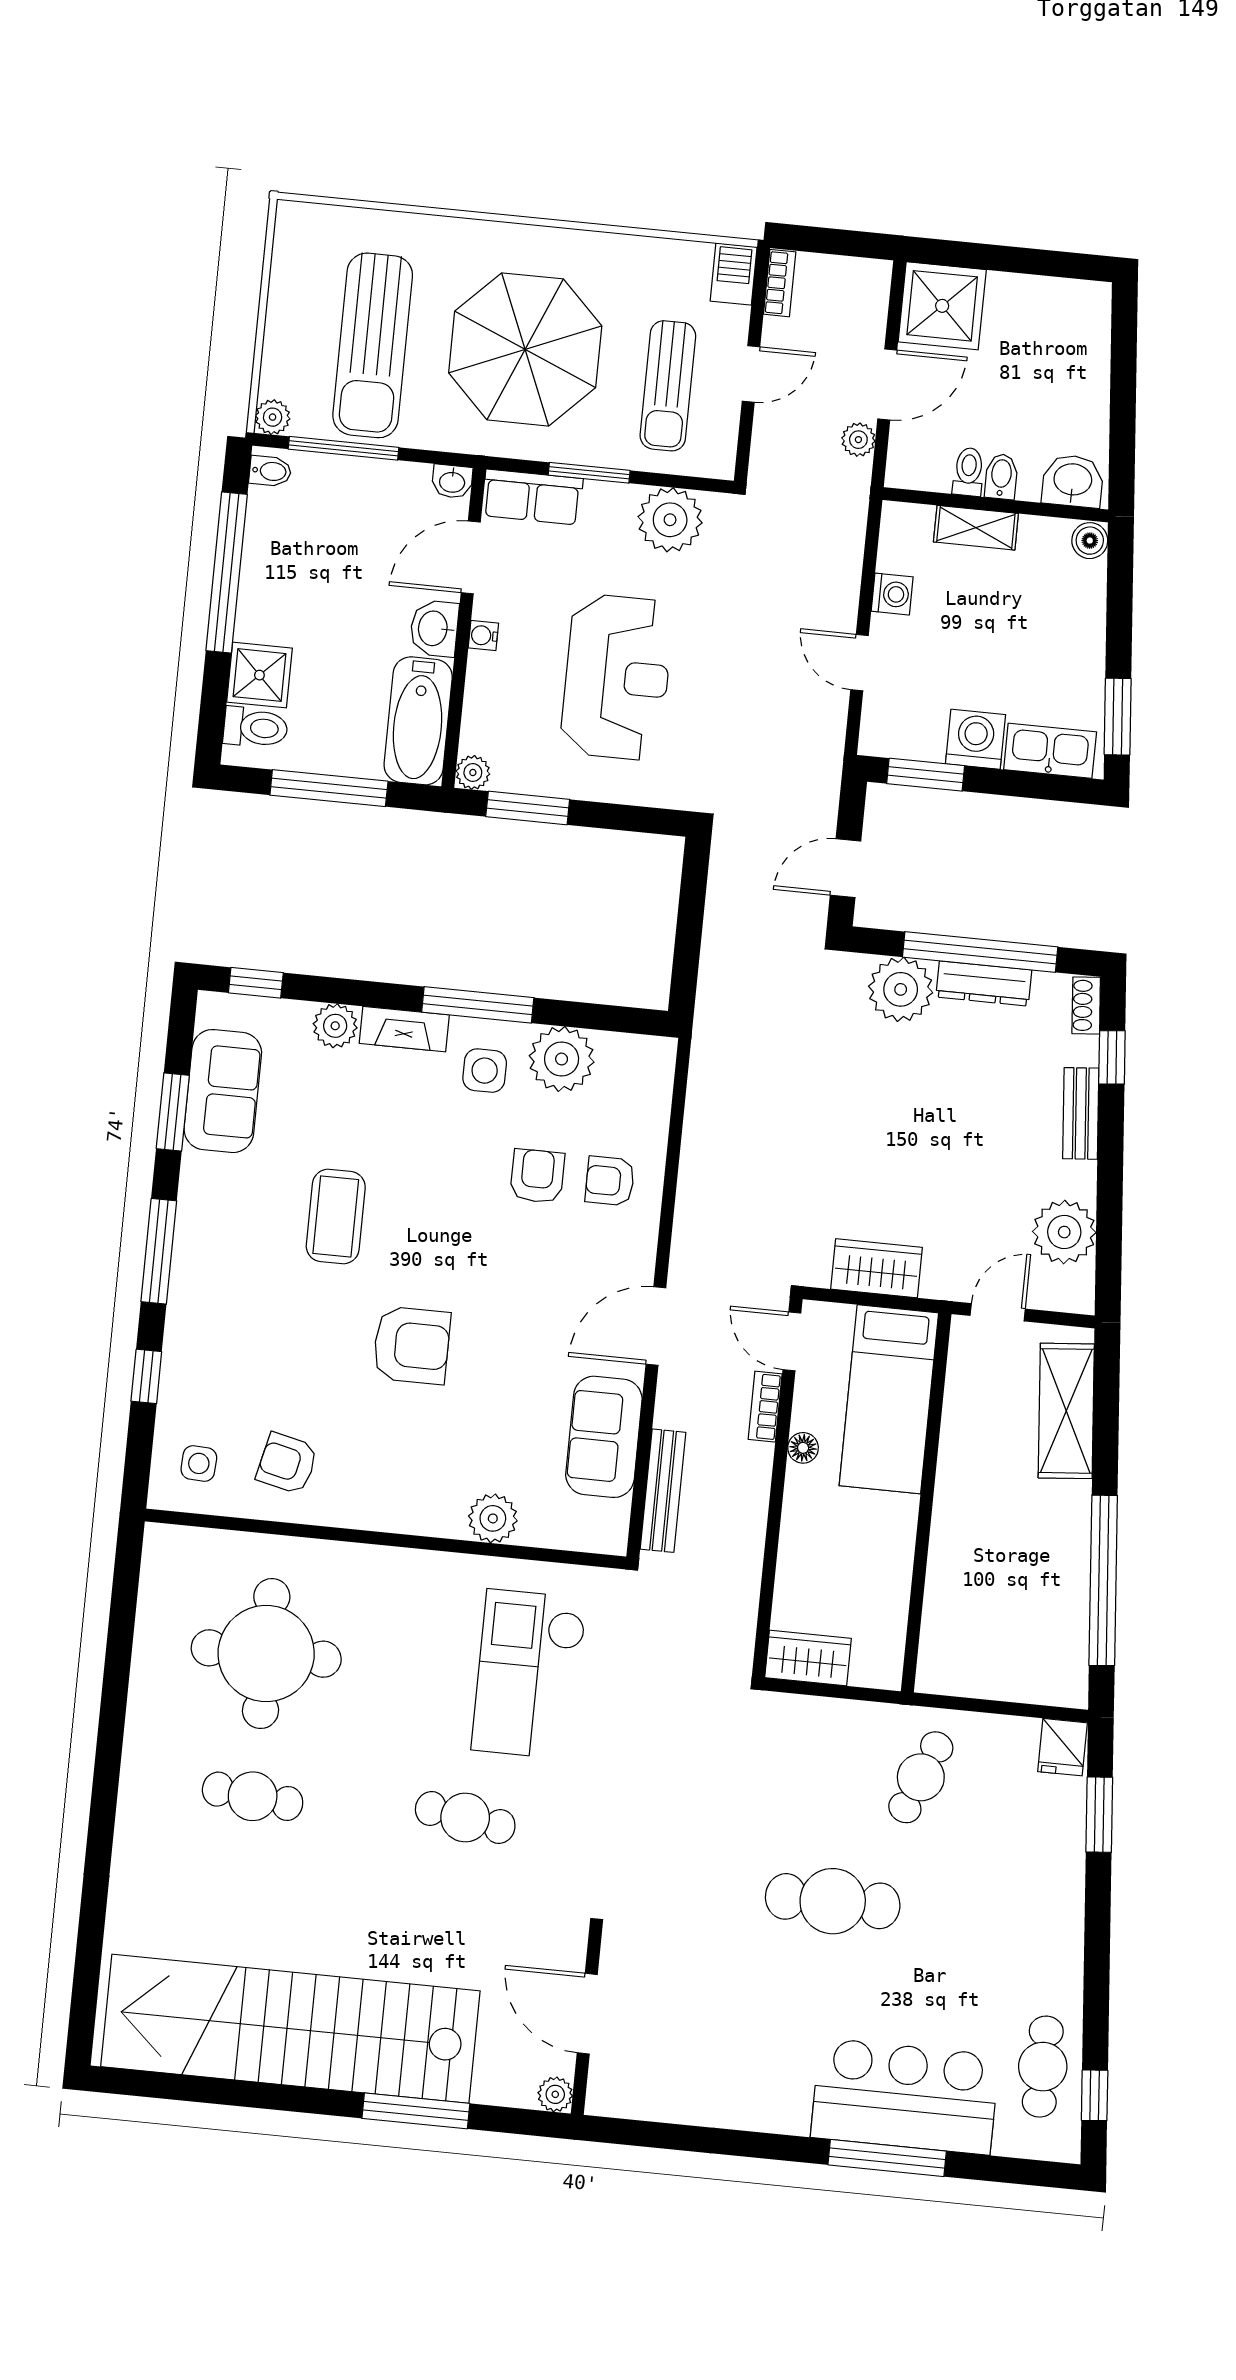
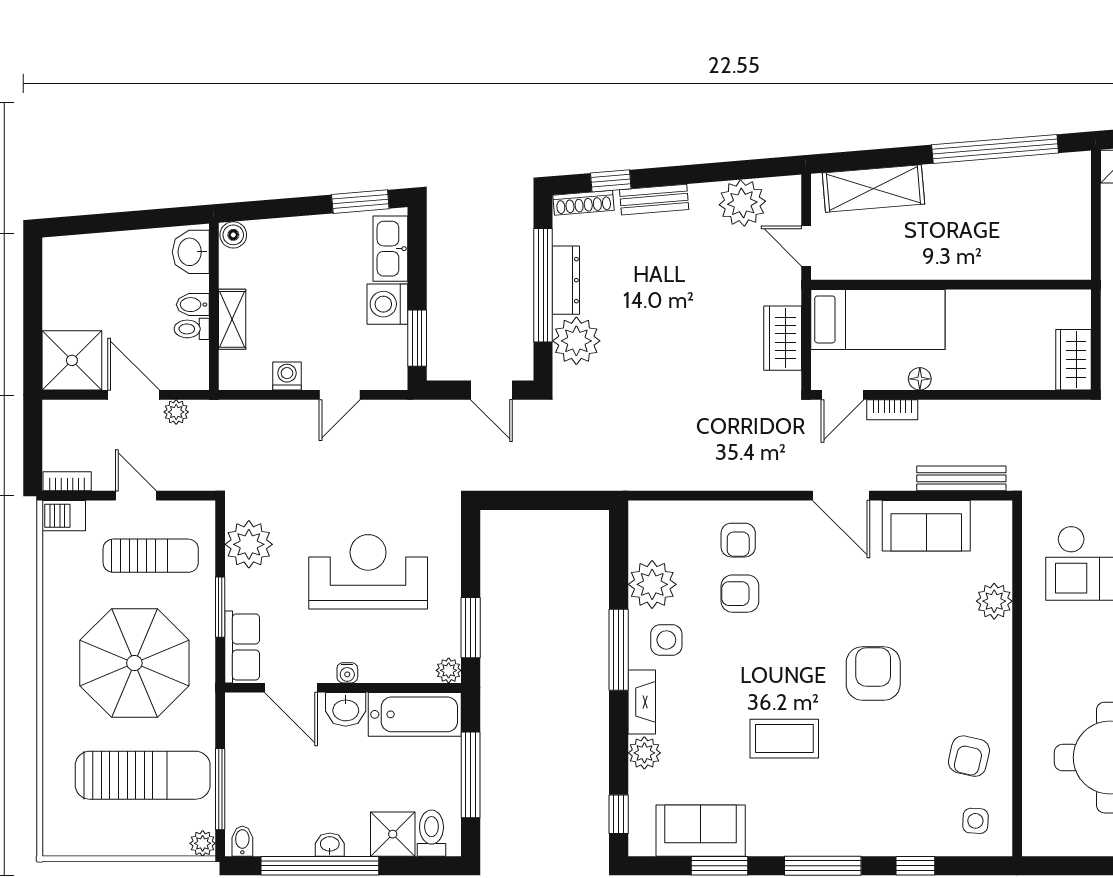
washbasin: (452, 481) -> (330, 845), moved, turned -90
shoe rack: (1086, 1005) -> (583, 203), width x1.43

